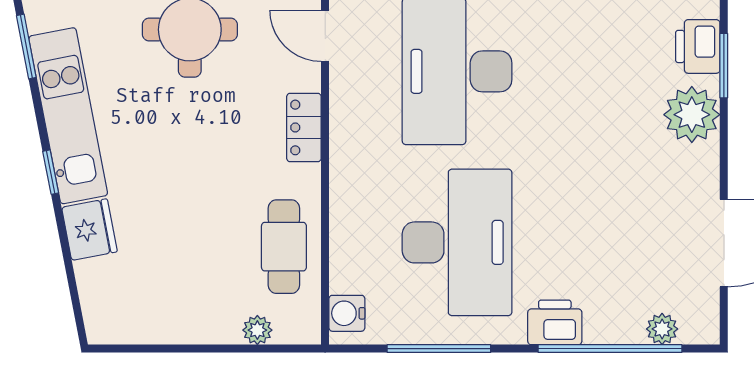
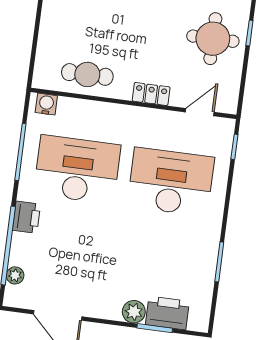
printer: (698, 46) -> (167, 313), width x1.37, depth x1.19
plant: (692, 115) -> (134, 312), width x0.73, depth x0.73
desk: (457, 242) -> (77, 170), turned 180
plant: (257, 330) -> (44, 54), removed

